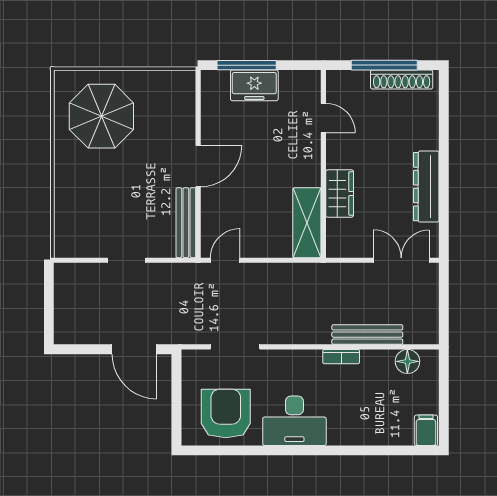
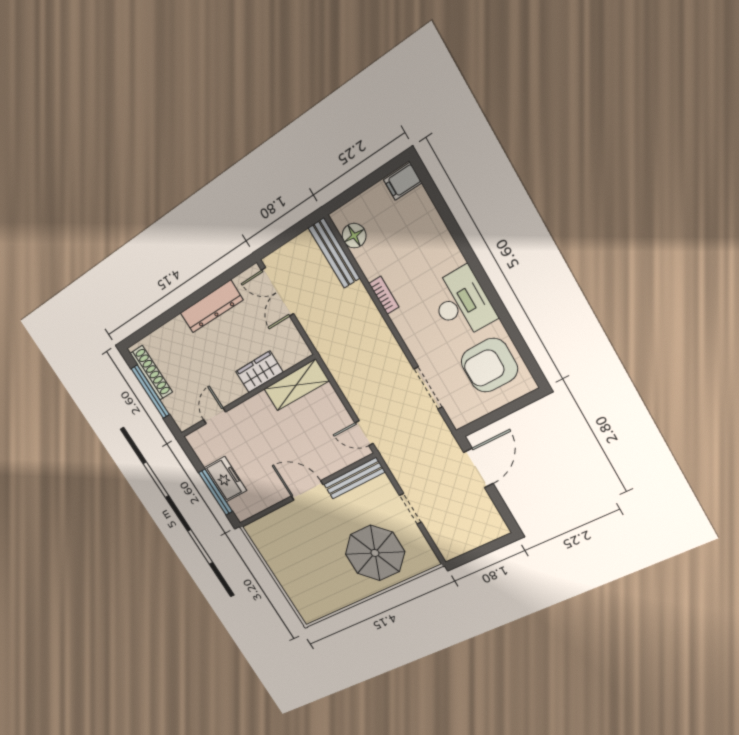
parasol: (101, 116) -> (375, 553), moved
bench: (367, 335) -> (334, 253), moved

